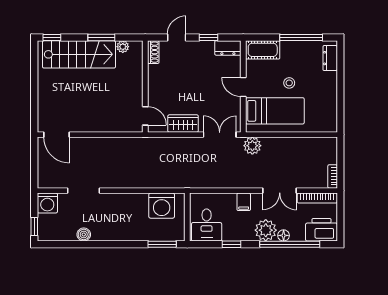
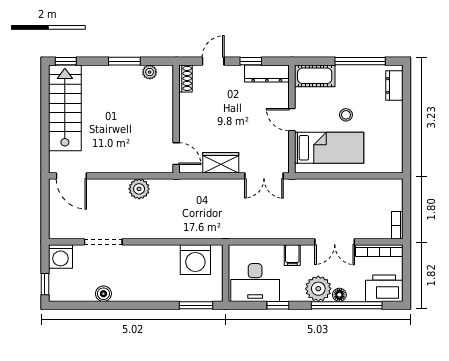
dresser: (228, 48) -> (267, 73), width x1.44
stairs: (79, 54) -> (65, 108), moved, turned -90
double door: (220, 135) -> (264, 176), swing flipped
plant: (252, 146) -> (139, 189), moved
desk: (207, 225) -> (255, 283), width x1.37

